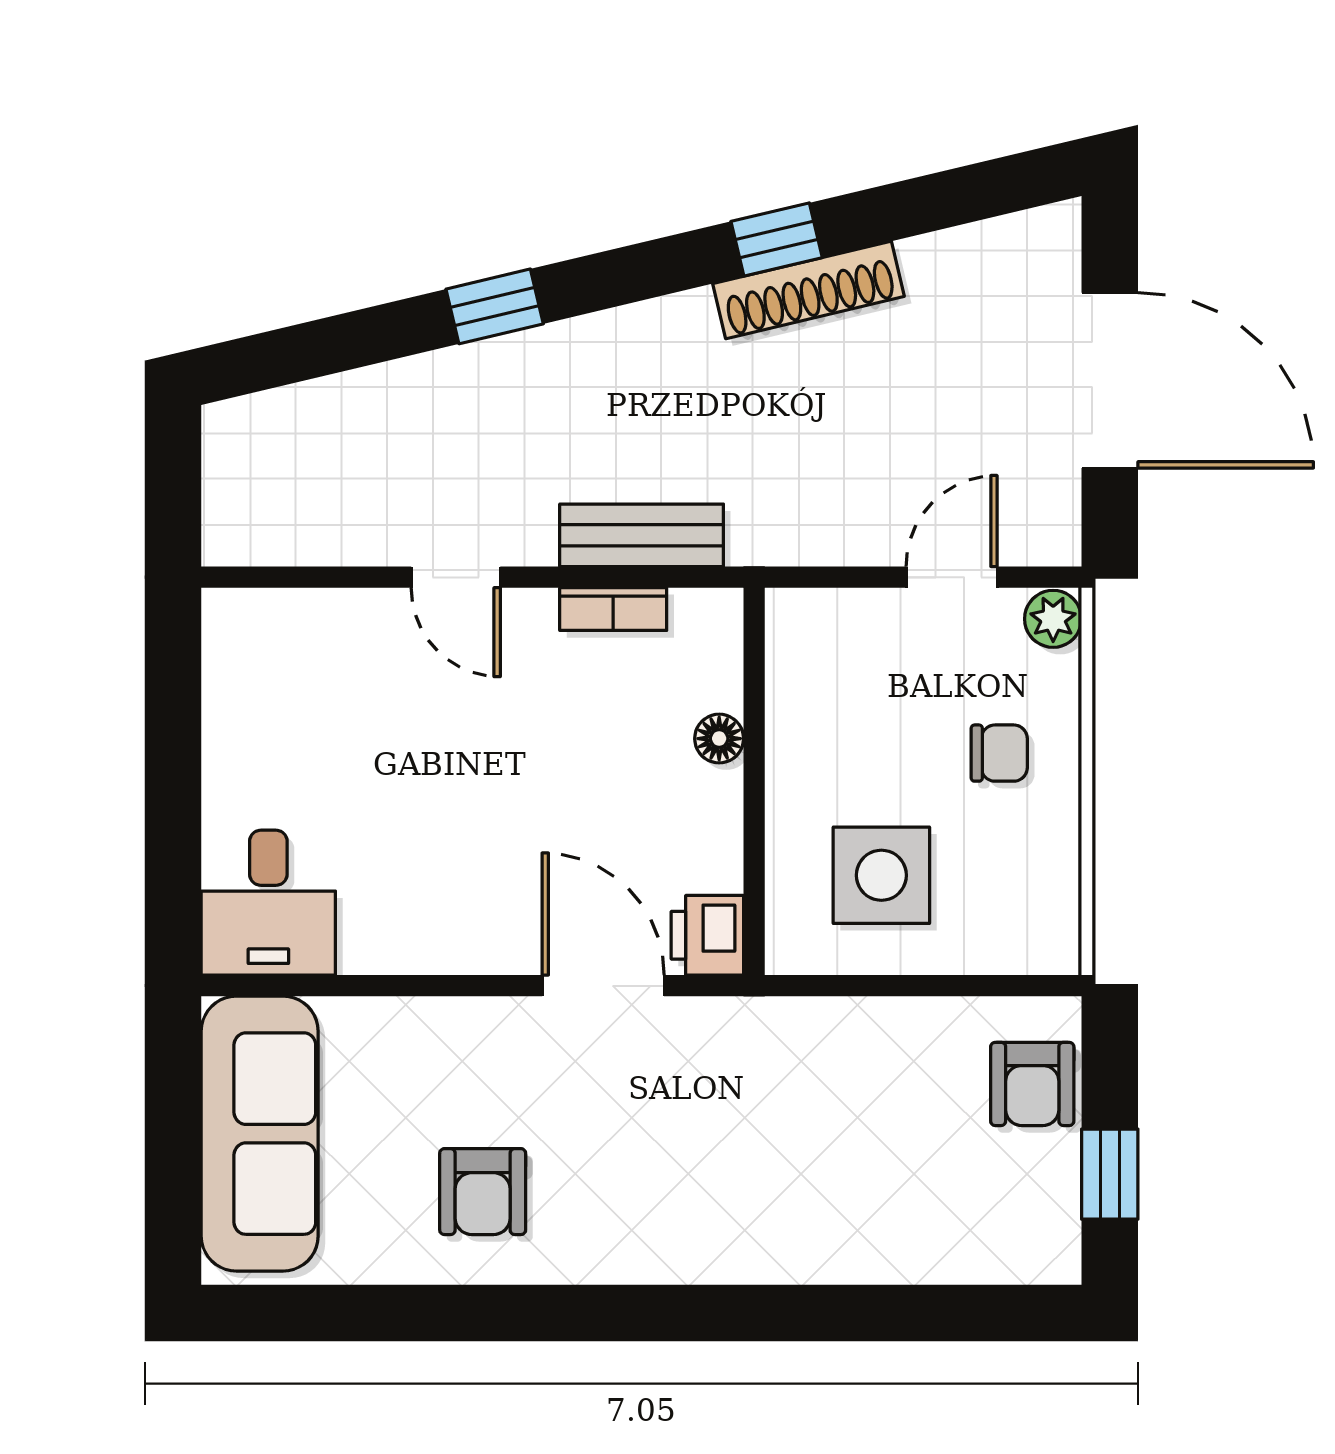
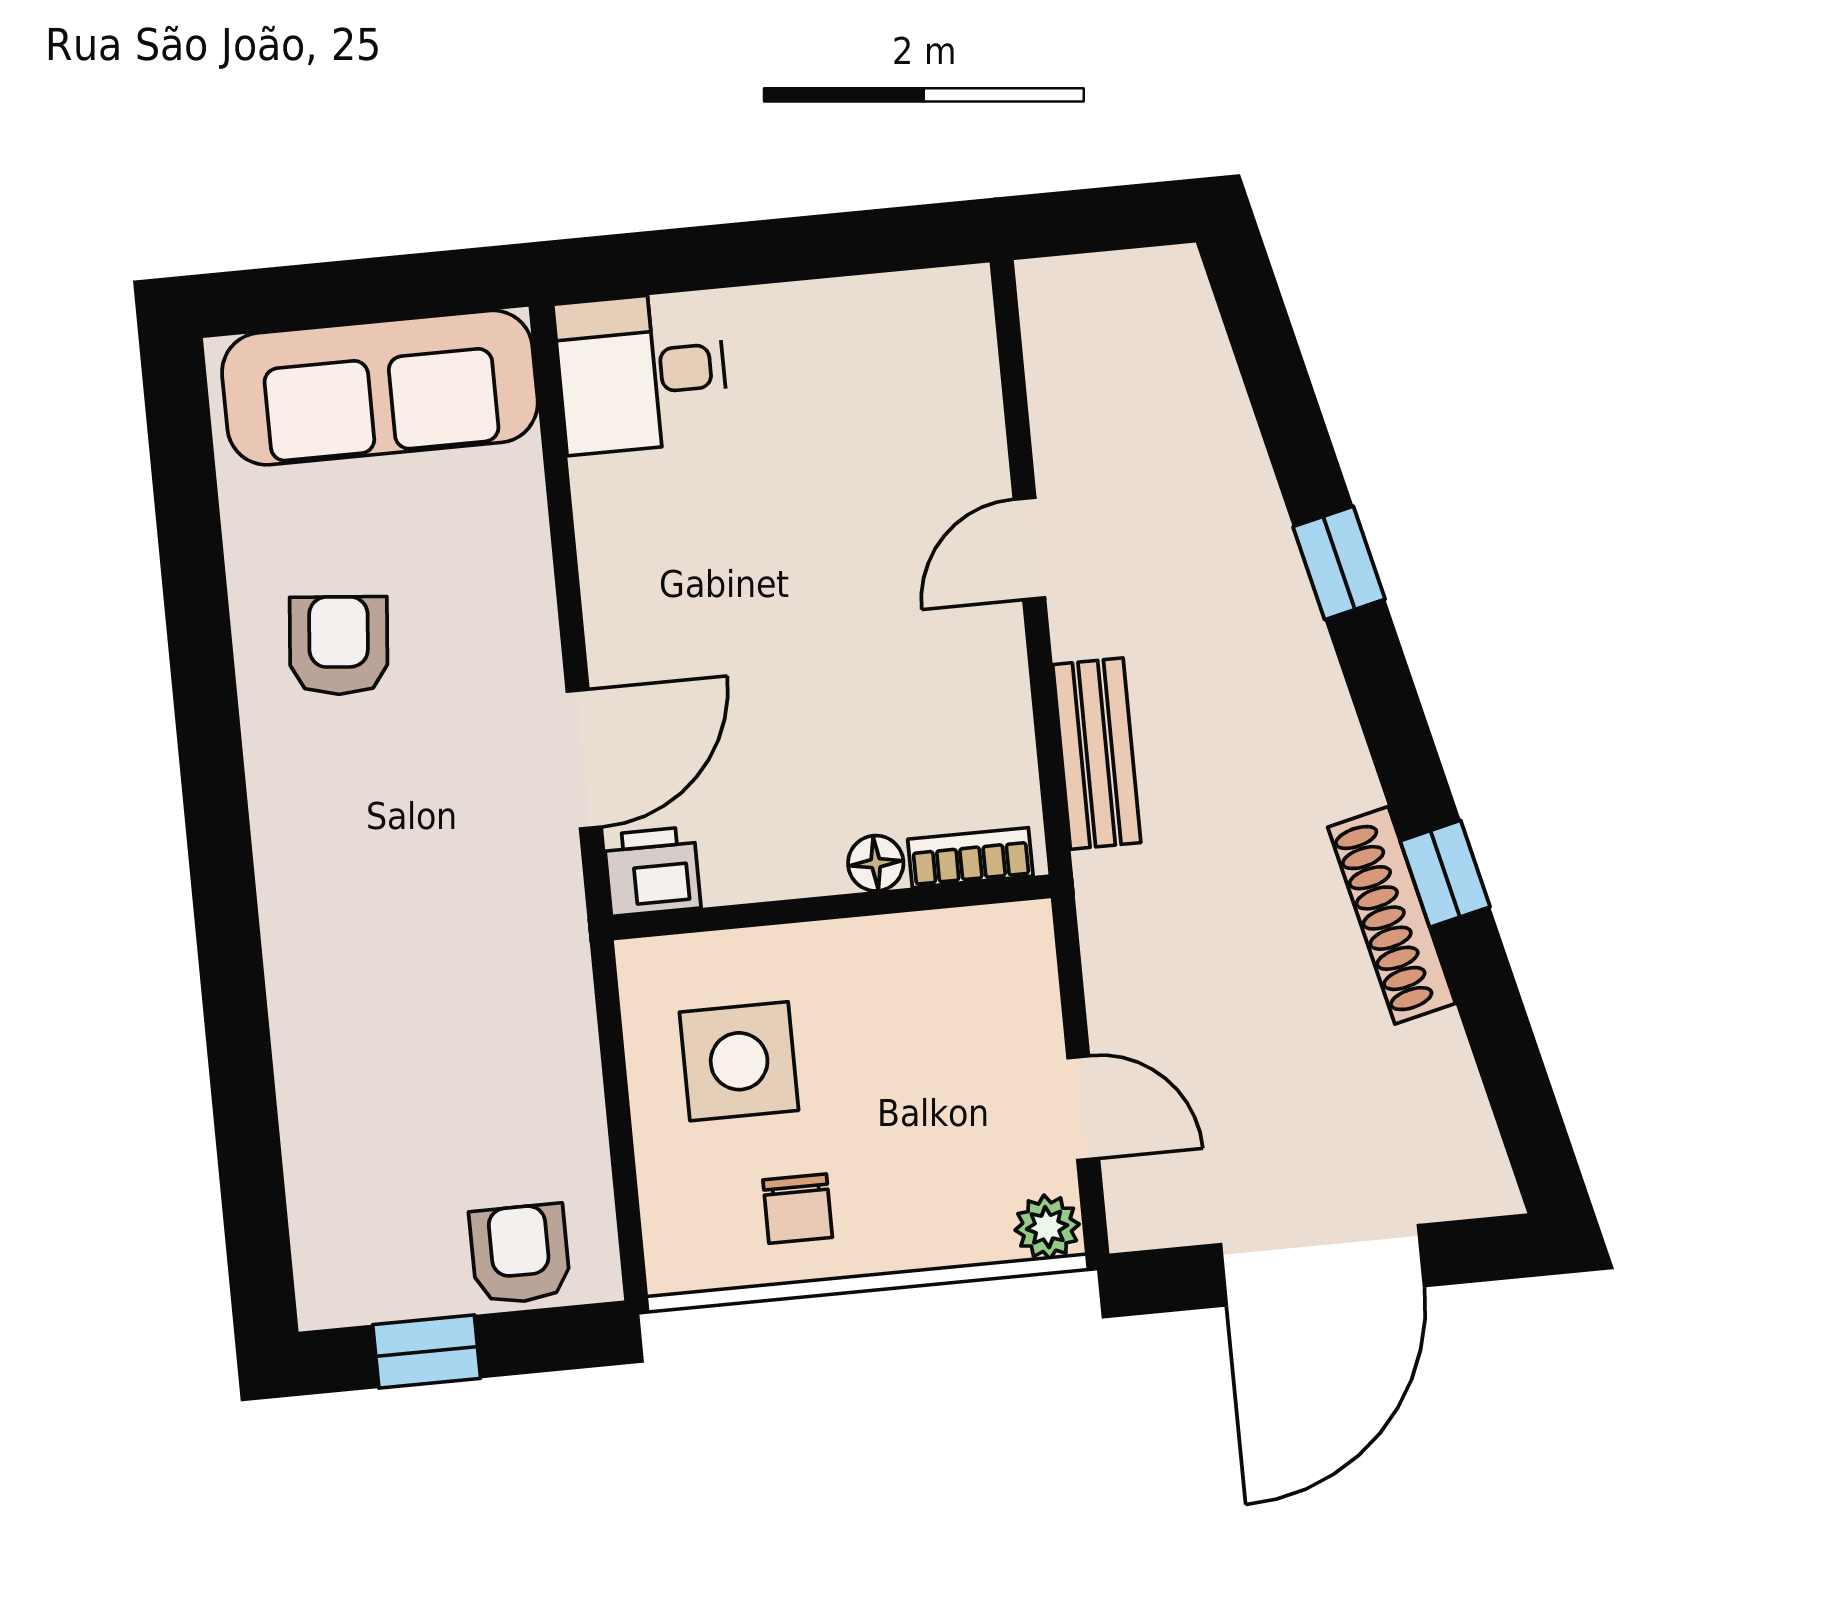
bookcase: (613, 609) -> (970, 858), moved, turned 90
chair: (999, 753) -> (798, 1209), moved
armchair: (1032, 1084) -> (520, 1254), turned 90
armchair: (483, 1192) -> (339, 646), turned 95

